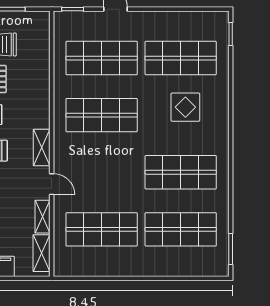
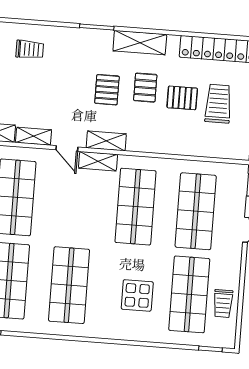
trolley: (187, 26) -> (223, 304), added
shelving: (61, 154) -> (98, 161), added
door: (52, 184) -> (67, 148), hinge flipped

